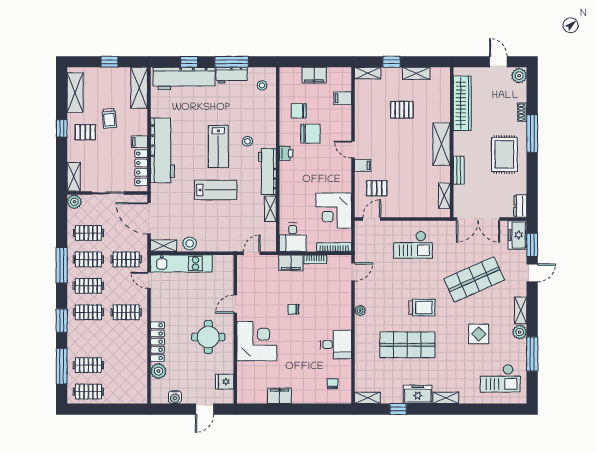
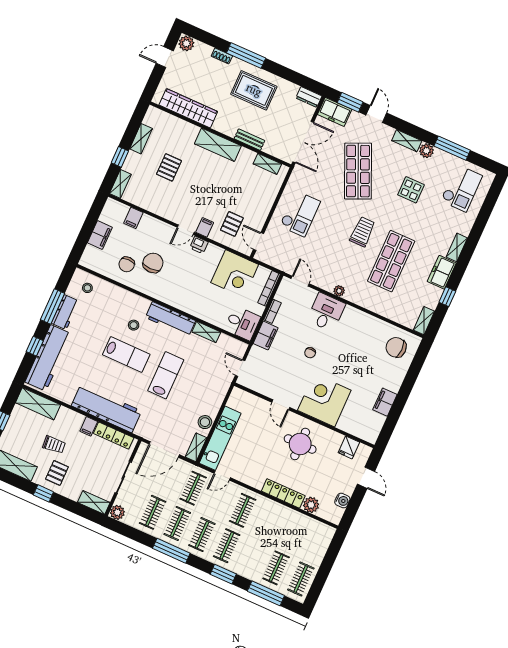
printer: (286, 153) -> (199, 245), moved, turned 180
desk: (336, 345) -> (326, 312), moved
chair: (333, 384) -> (396, 347), width x1.87, depth x1.87

